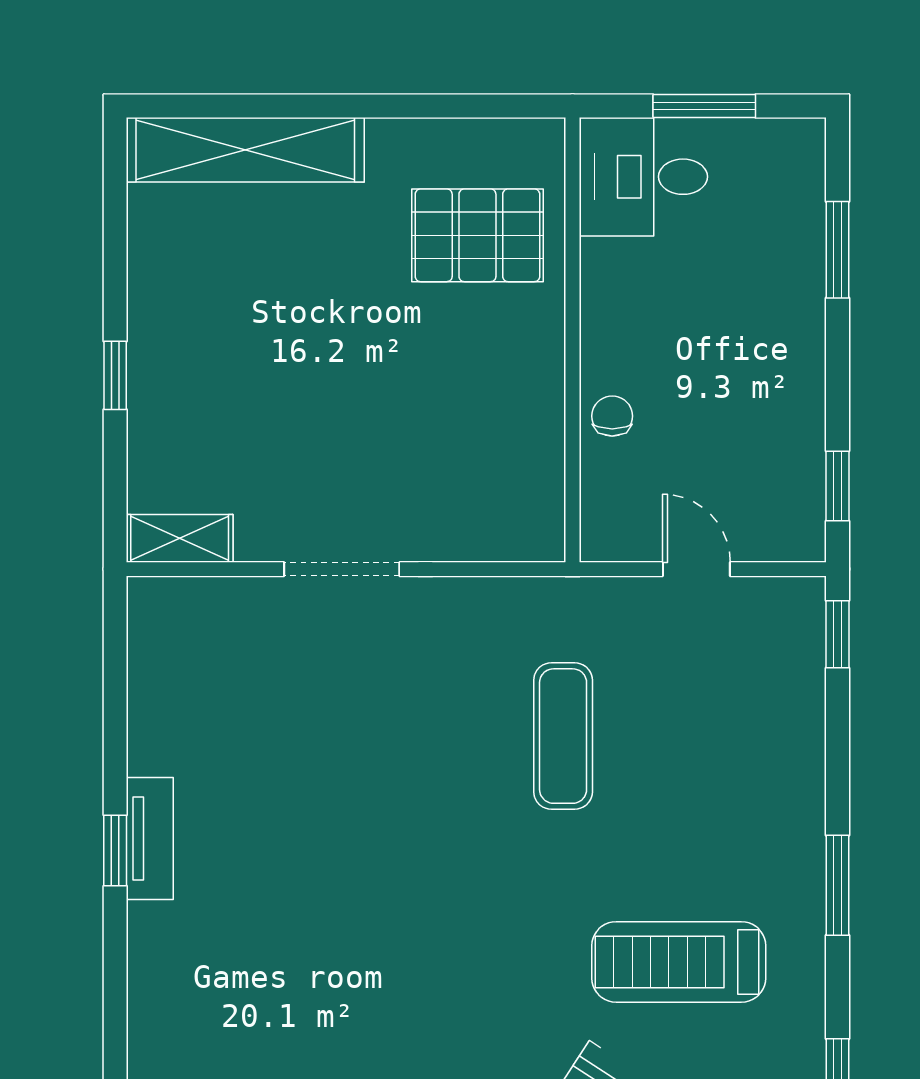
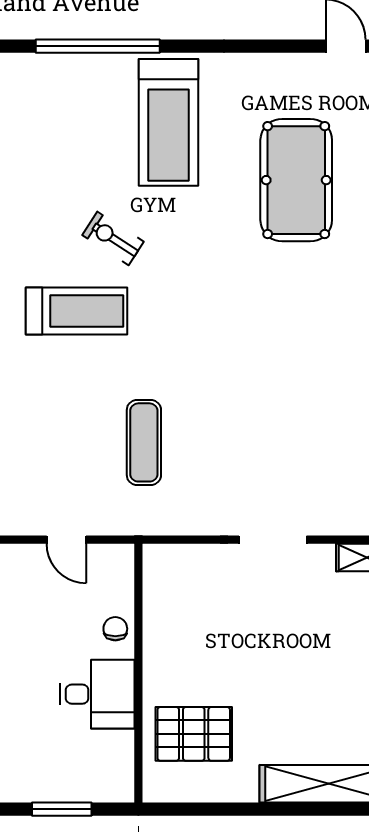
desk: (643, 177) -> (97, 694), moved
chair: (612, 416) -> (115, 629), turned 180

